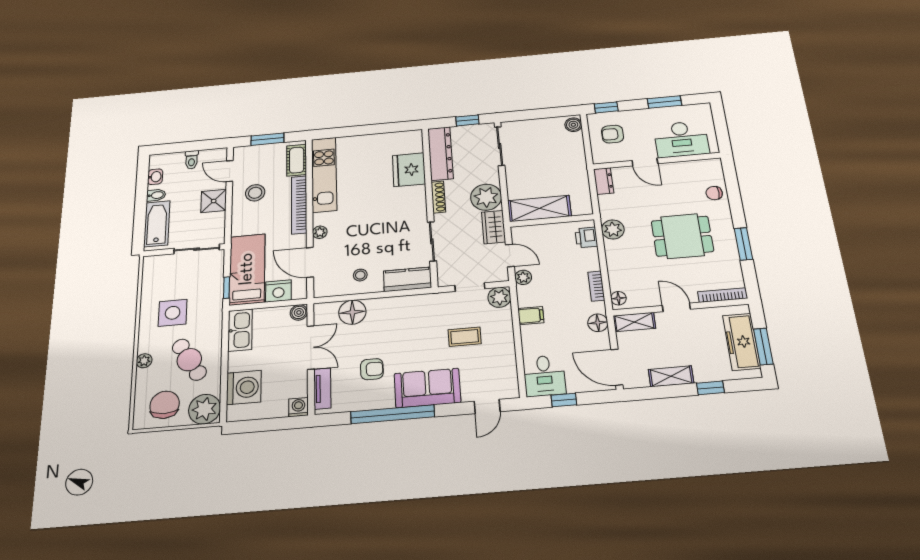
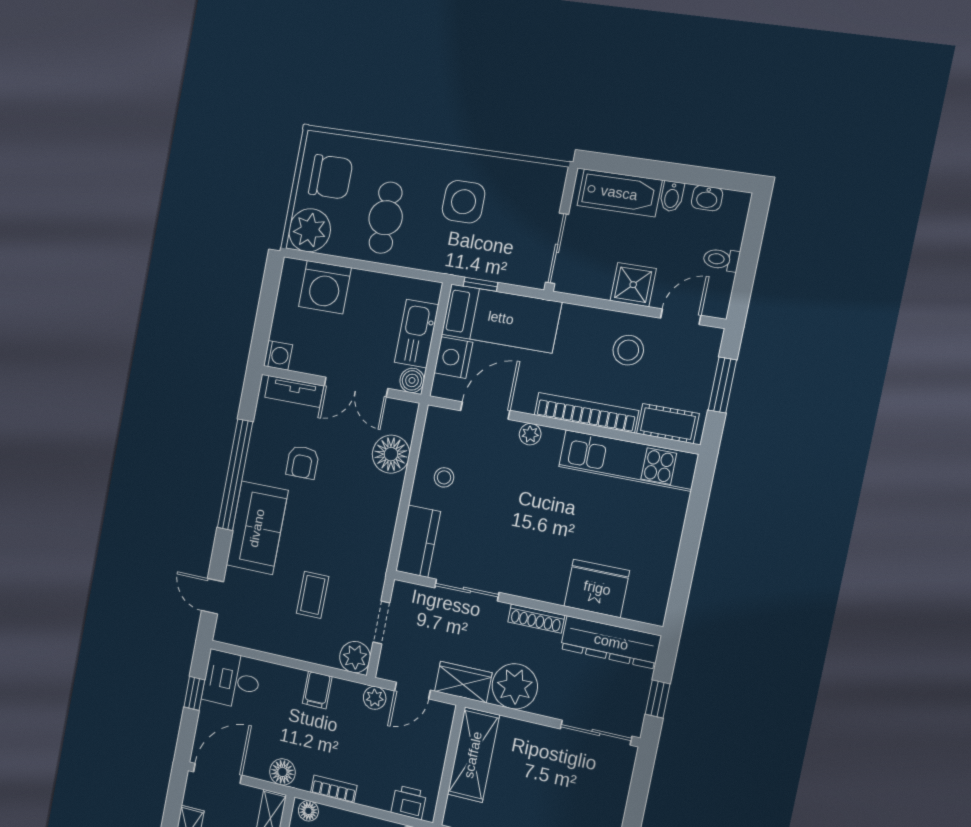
kitchen sink: (240, 330) -> (417, 334), moved, turned 90
cafe table: (189, 360) -> (386, 218), turned -59
plant: (144, 361) -> (402, 154), removed

